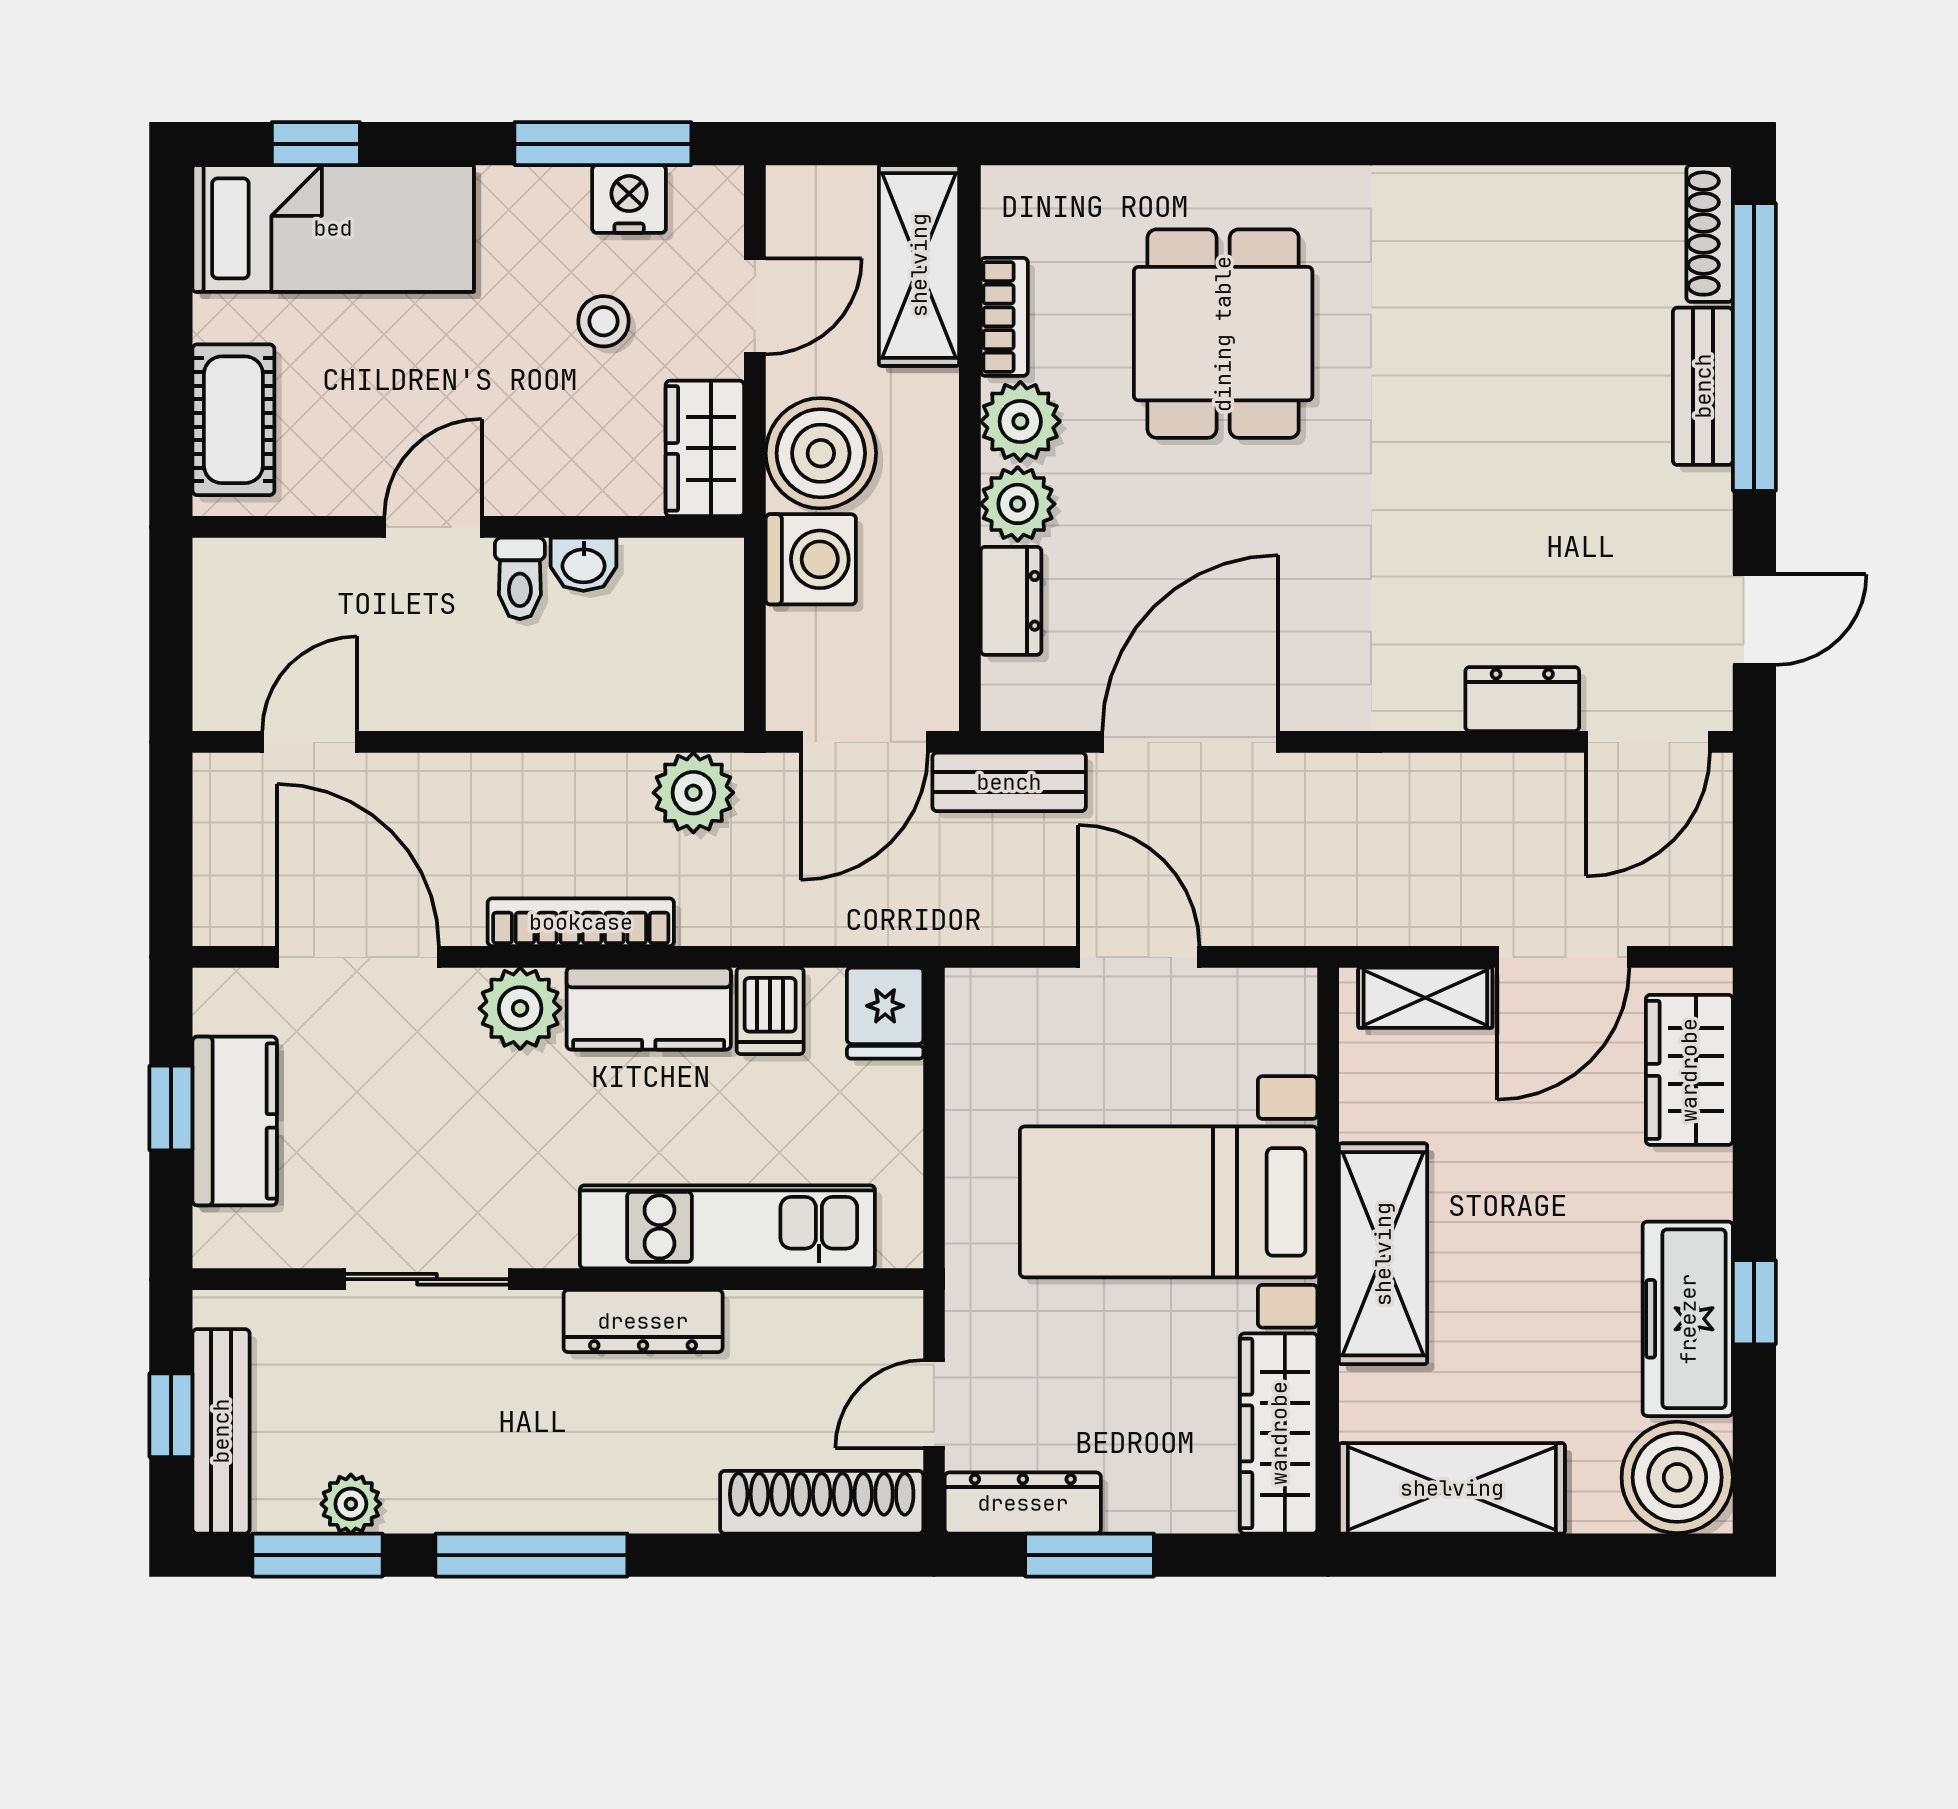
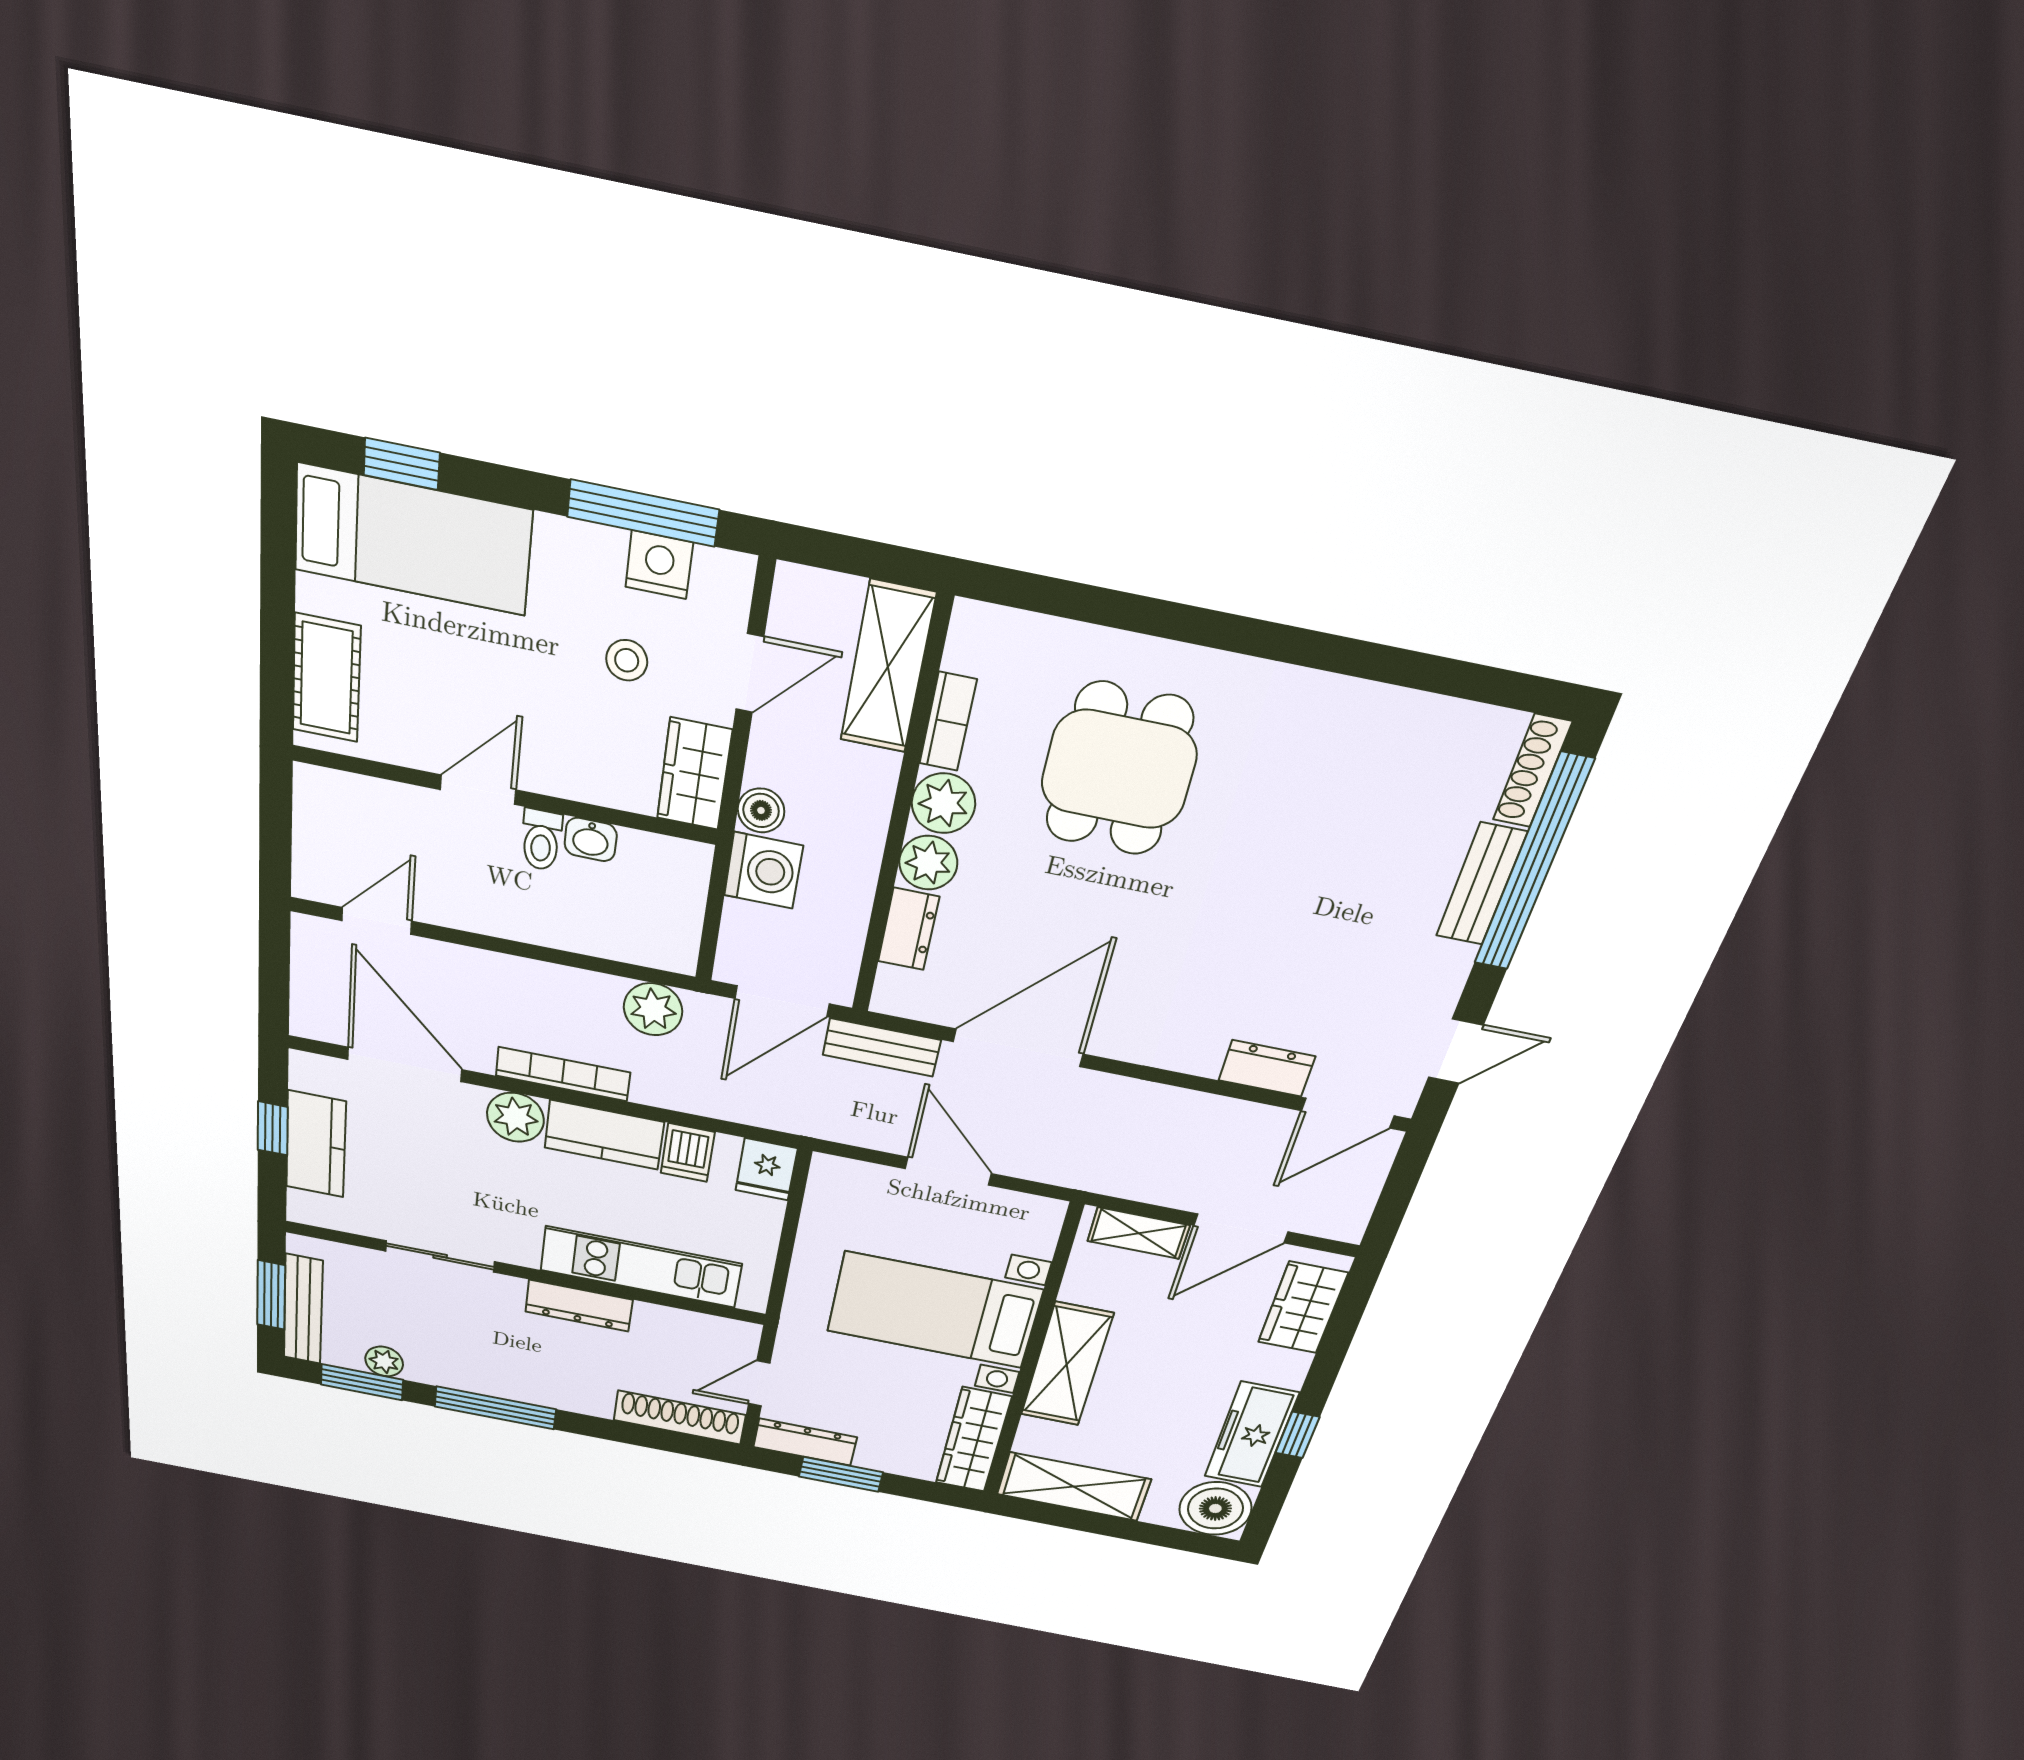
boiler: (821, 453) -> (761, 810), width x0.54, depth x0.54
window: (171, 1415) -> (271, 1295), width x1.50

